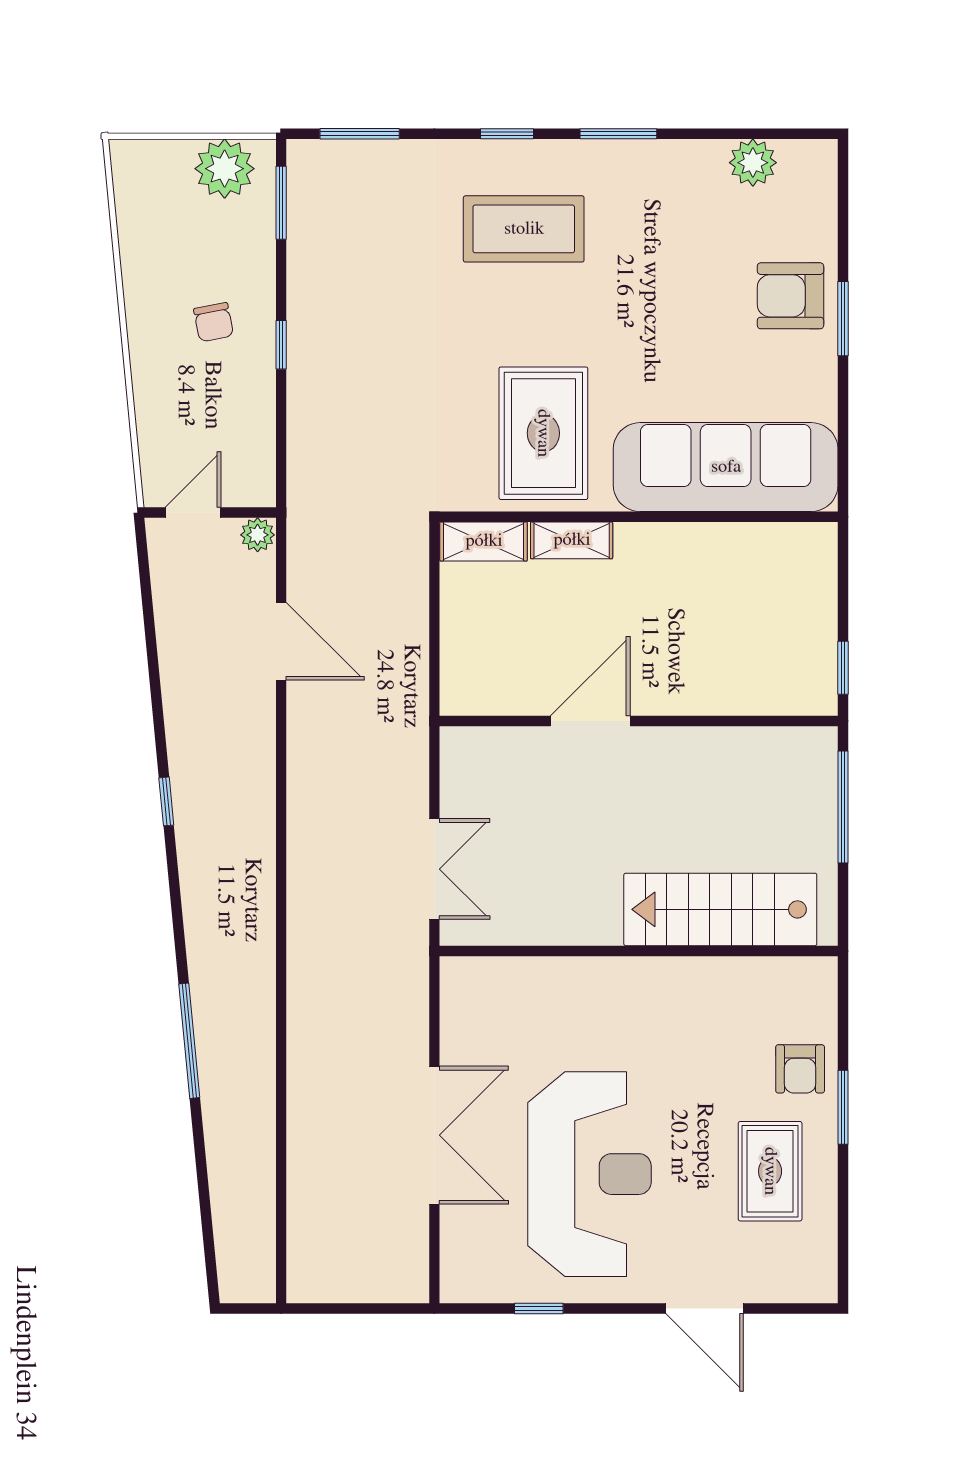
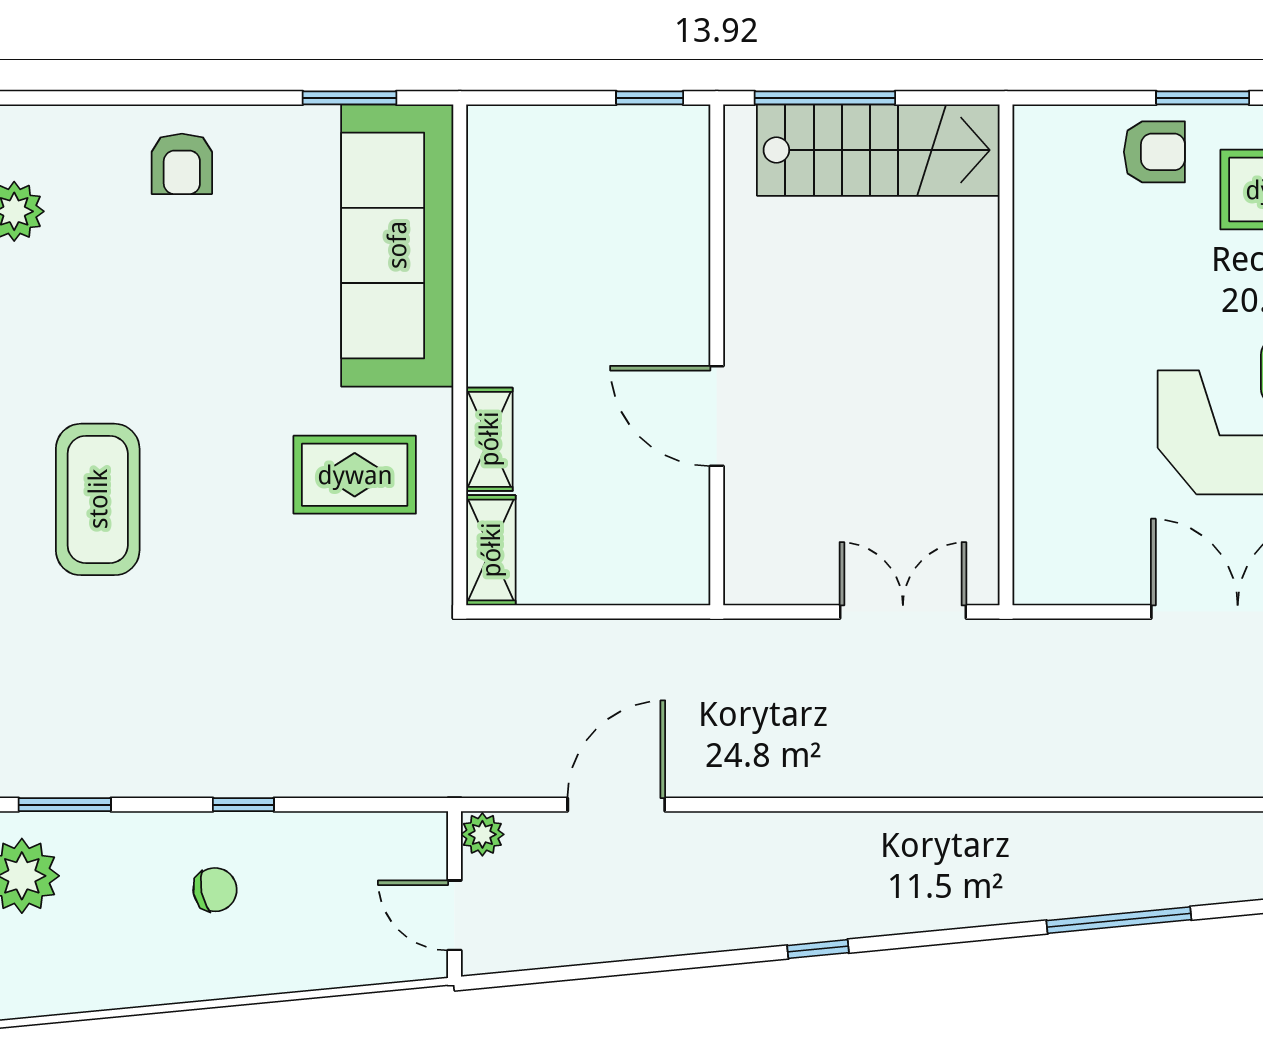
armchair: (790, 296) -> (182, 164), width x0.72, depth x0.72
window: (843, 319) -> (350, 98), moved
rug: (543, 433) -> (355, 475), width x0.73, depth x0.70
stairs: (720, 909) -> (878, 150), moved, turned -90

